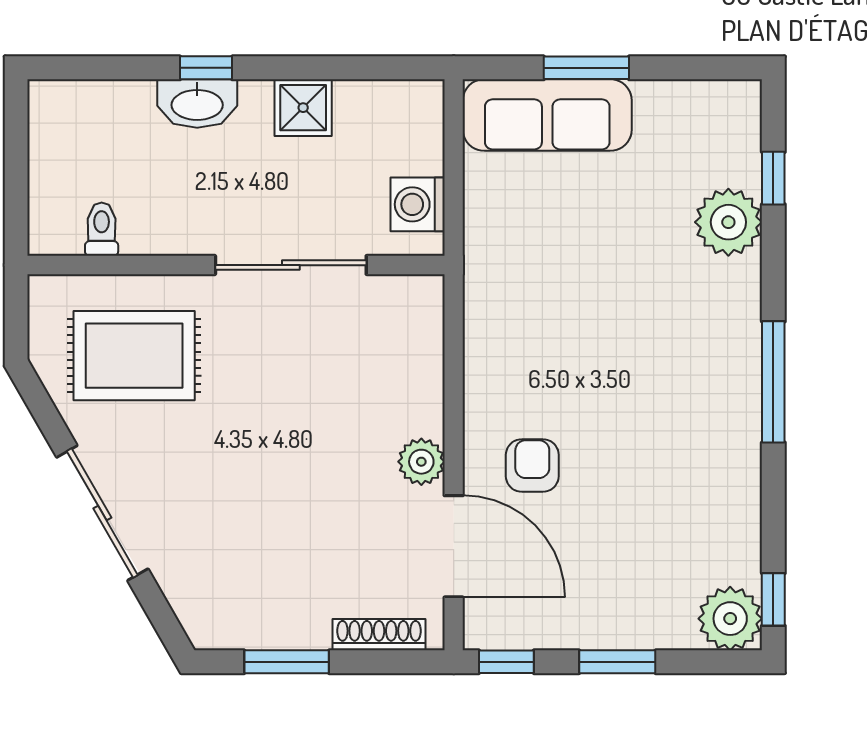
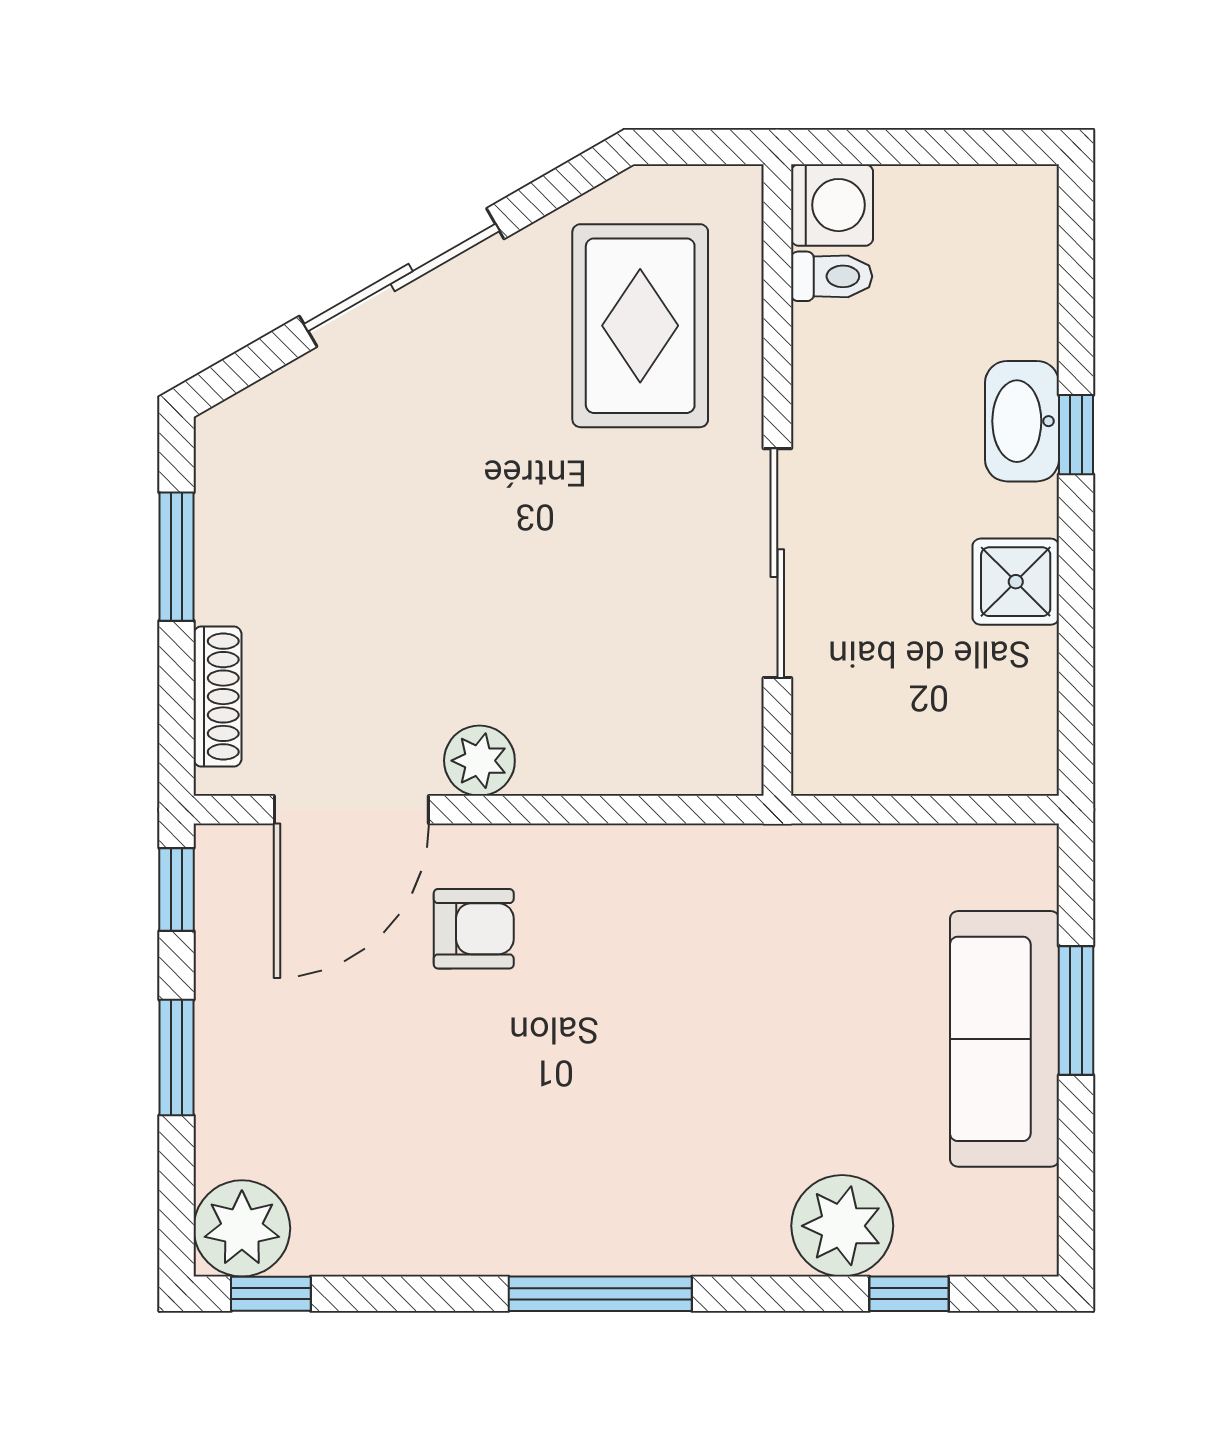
sofa: (547, 115) -> (1004, 1039), moved
washing machine: (418, 204) -> (832, 205), moved, turned 90

